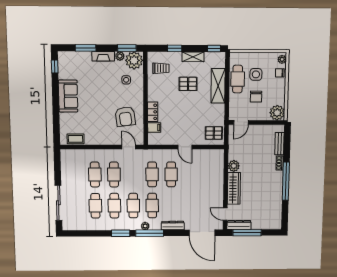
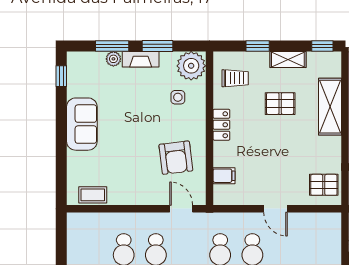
window: (127, 48) -> (157, 46), moved
plant: (120, 56) -> (113, 59), moved
locker: (153, 112) -> (221, 125), moved

